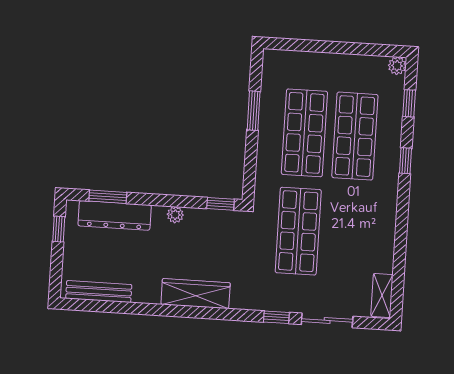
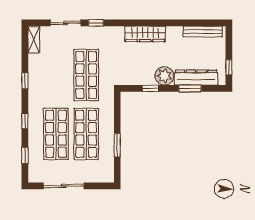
sliding door: (347, 48) -> (64, 186), added
plant: (397, 66) -> (33, 177), removed
window: (108, 197) -> (190, 88), moved
window: (221, 204) -> (150, 88), moved
plant: (175, 215) -> (164, 76), width x1.87, depth x1.87
window: (401, 228) -> (25, 81), added

